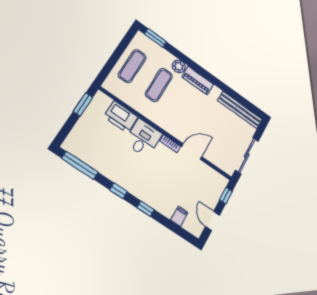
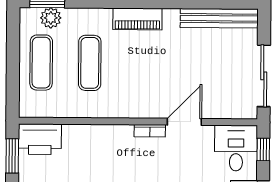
plant: (179, 66) -> (51, 18), moved
printer: (121, 117) -> (40, 139), moved
desk: (143, 138) -> (236, 148), moved

